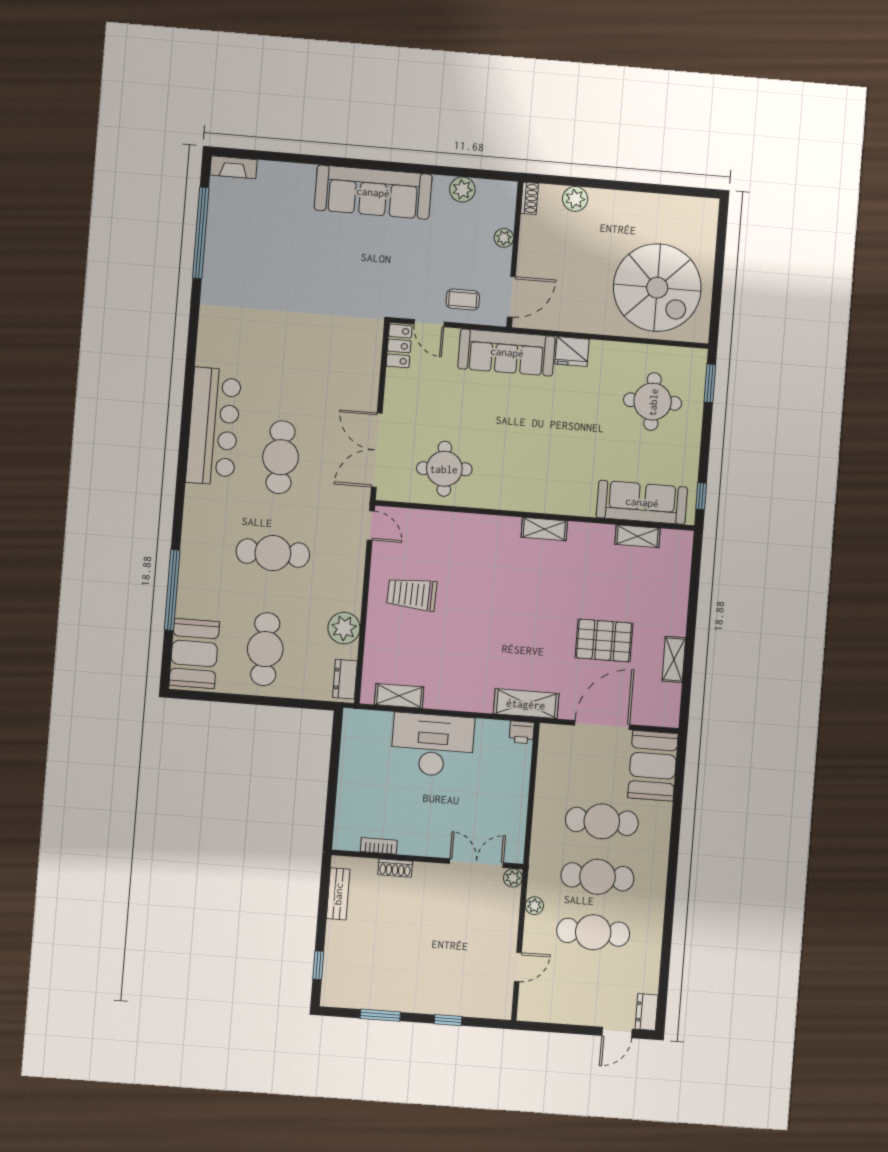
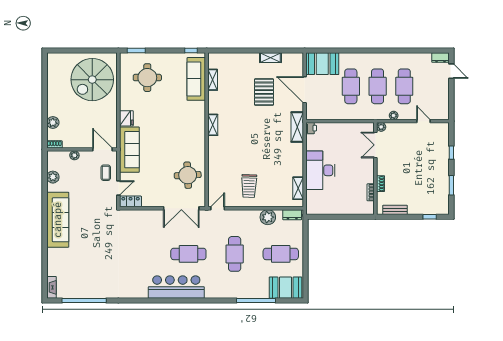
spiral stairs: (657, 288) -> (92, 80), turned 180

